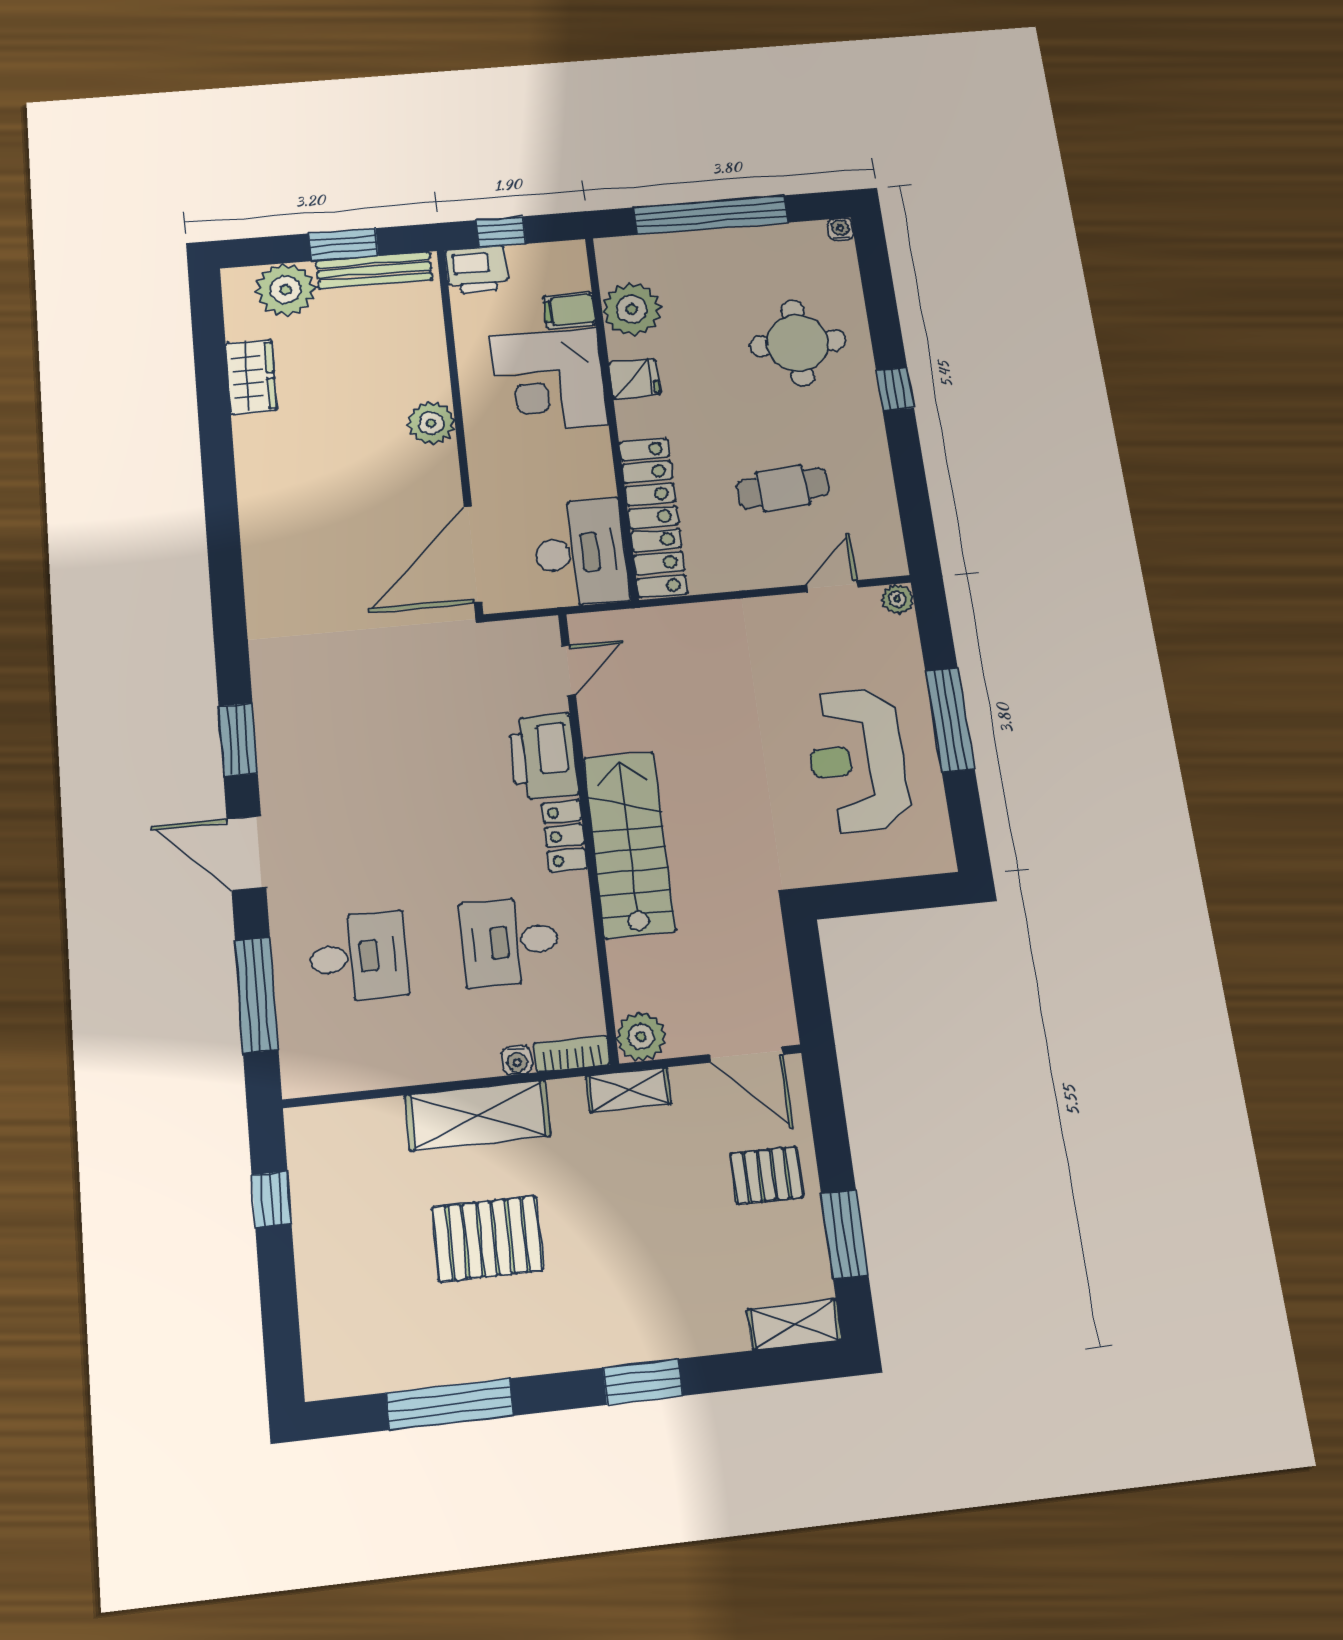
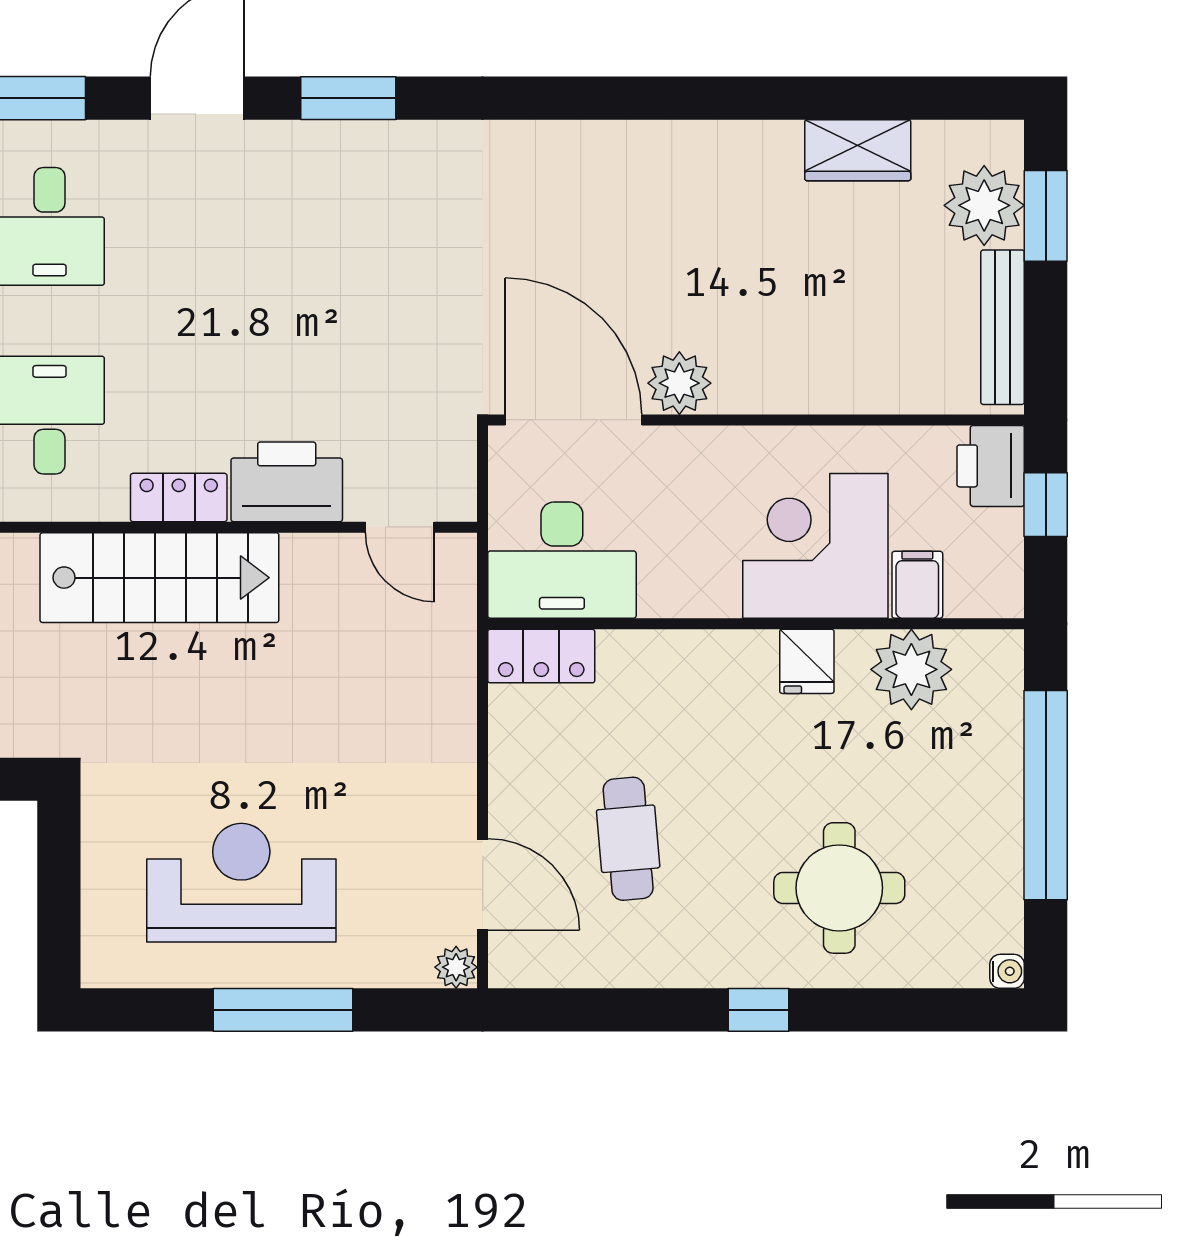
window: (344, 245) -> (1046, 216), moved
plant: (431, 423) -> (679, 383), moved
locker: (653, 517) -> (541, 656), width x0.46, depth x0.83
door: (832, 586) -> (483, 884), width x1.38

